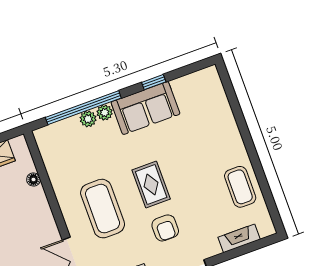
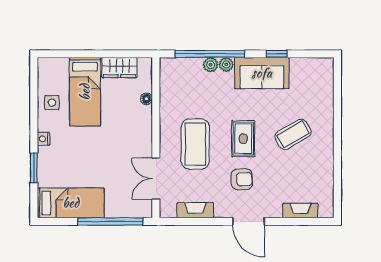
coffee table: (240, 187) -> (293, 134), moved, turned 60
armchair: (165, 228) -> (242, 179), turned -93

